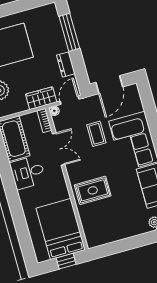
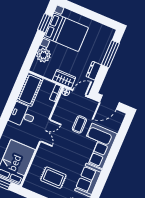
double door: (59, 149) -> (45, 130), moved
rug: (93, 190) -> (53, 178), moved

